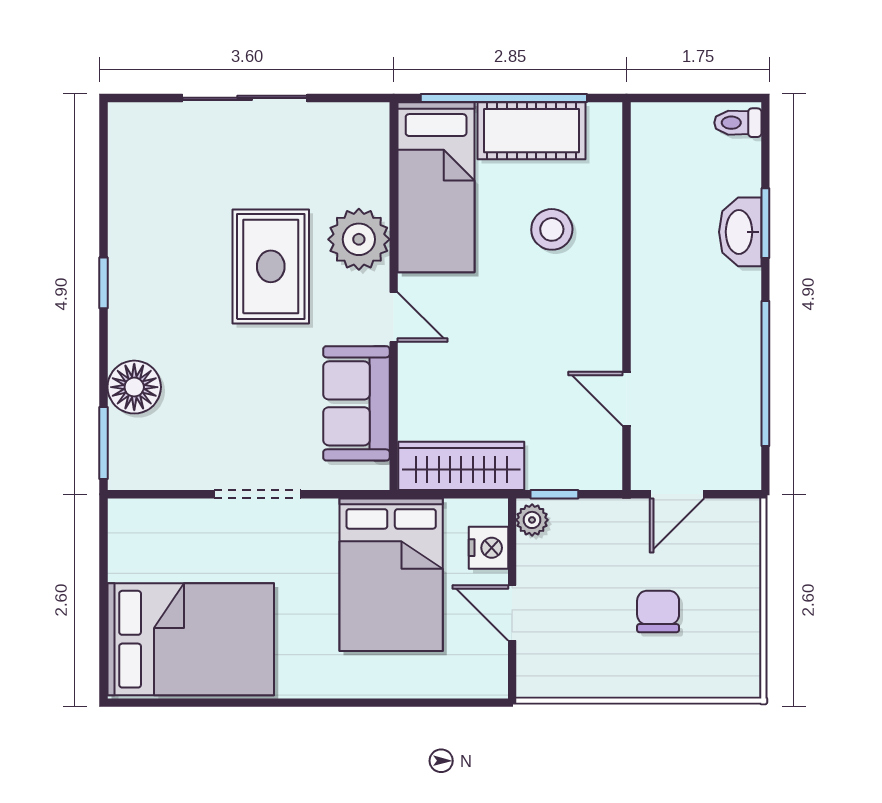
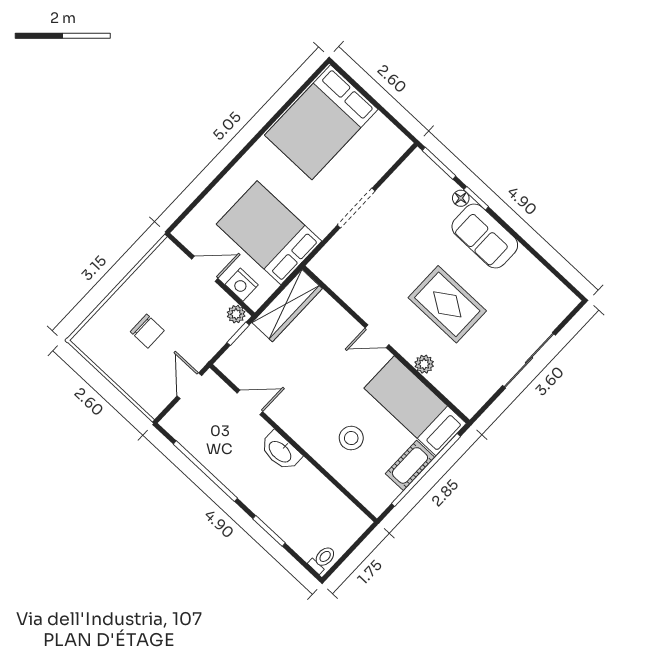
cot: (532, 131) -> (410, 465), width x0.73, depth x0.75
washbasin: (740, 232) -> (280, 451), moved, turned 180
plant: (359, 239) -> (424, 364), width x0.53, depth x0.53
window: (104, 283) -> (476, 198), moved
floor lamp: (134, 387) -> (461, 198), width x0.53, depth x0.53
sofa: (356, 403) -> (485, 236), moved, turned 180

